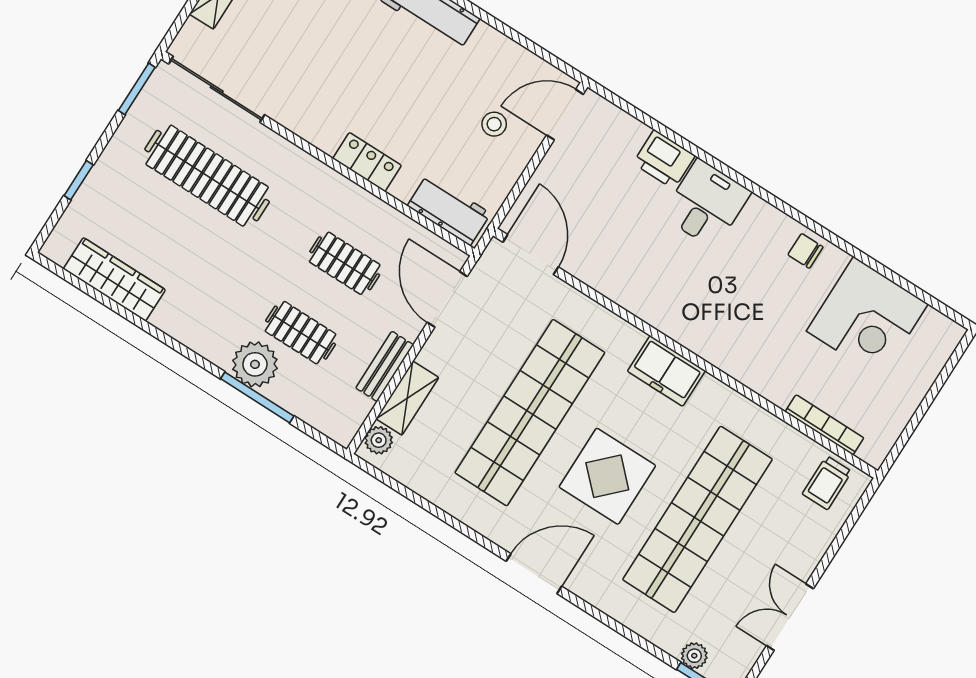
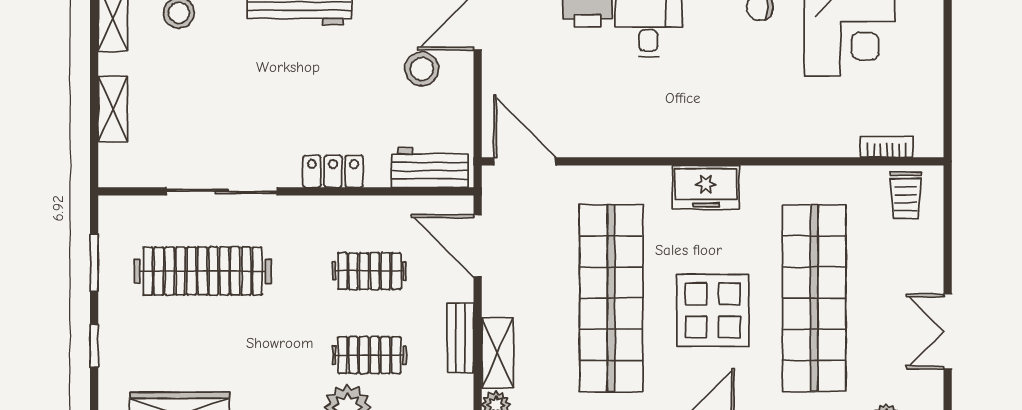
window: (137, 89) -> (94, 263), moved
sliding door: (217, 89) -> (222, 191), moved
stool: (494, 124) -> (422, 69), width x1.37, depth x1.37
bookcase: (824, 425) -> (887, 147), width x0.64

